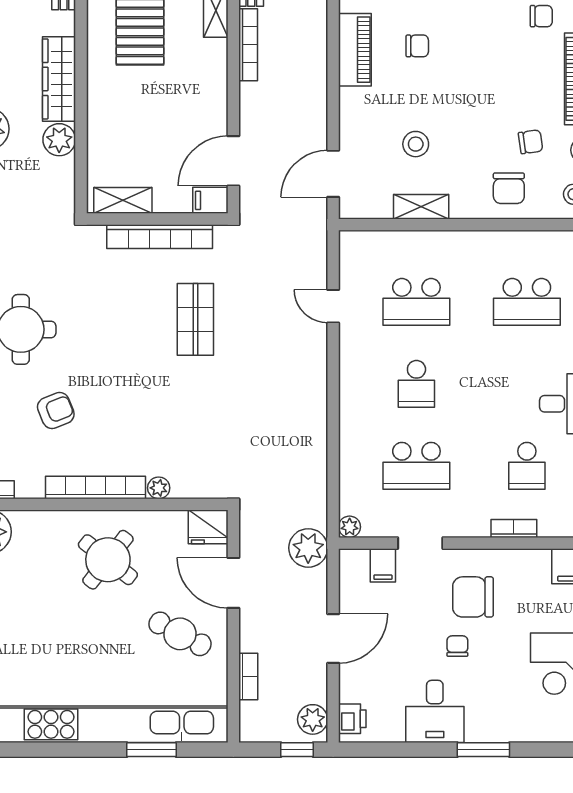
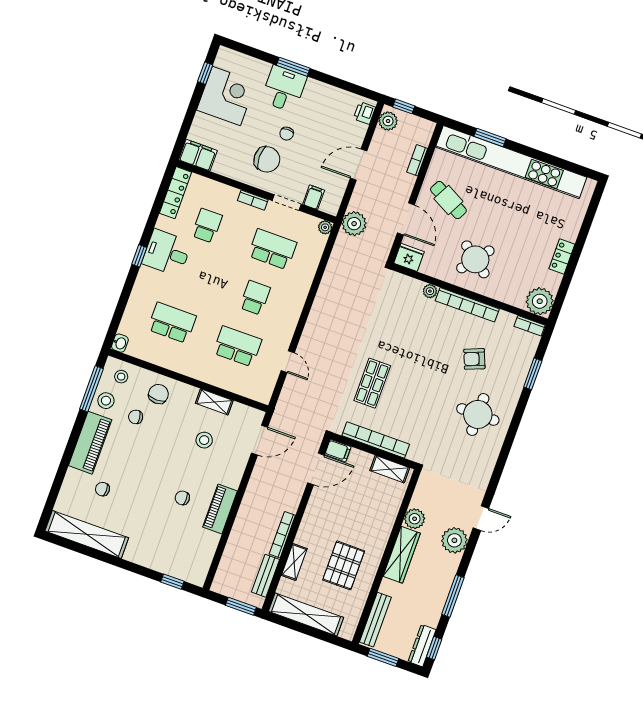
bookcase: (514, 529) -> (253, 200), moved
desk: (435, 711) -> (284, 89), moved

